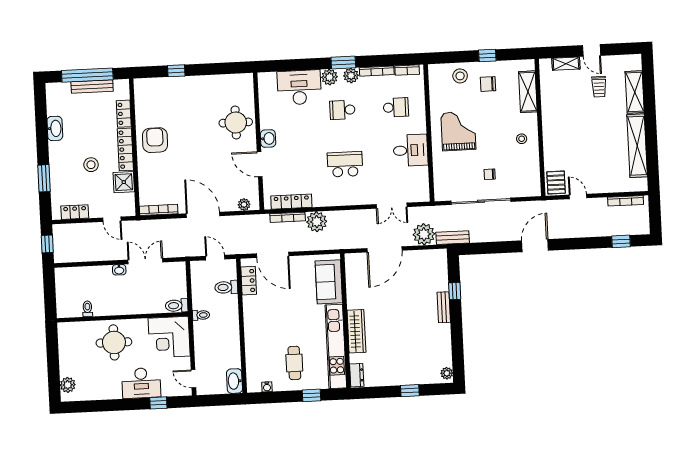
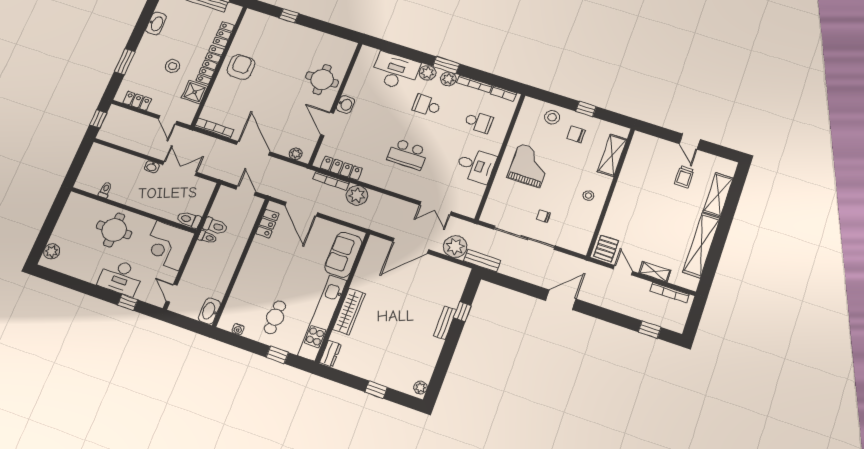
shelving: (566, 64) -> (655, 272), moved
school desk: (345, 164) -> (407, 154), turned 180
toilet: (226, 287) -> (215, 226), moved, turned 180

